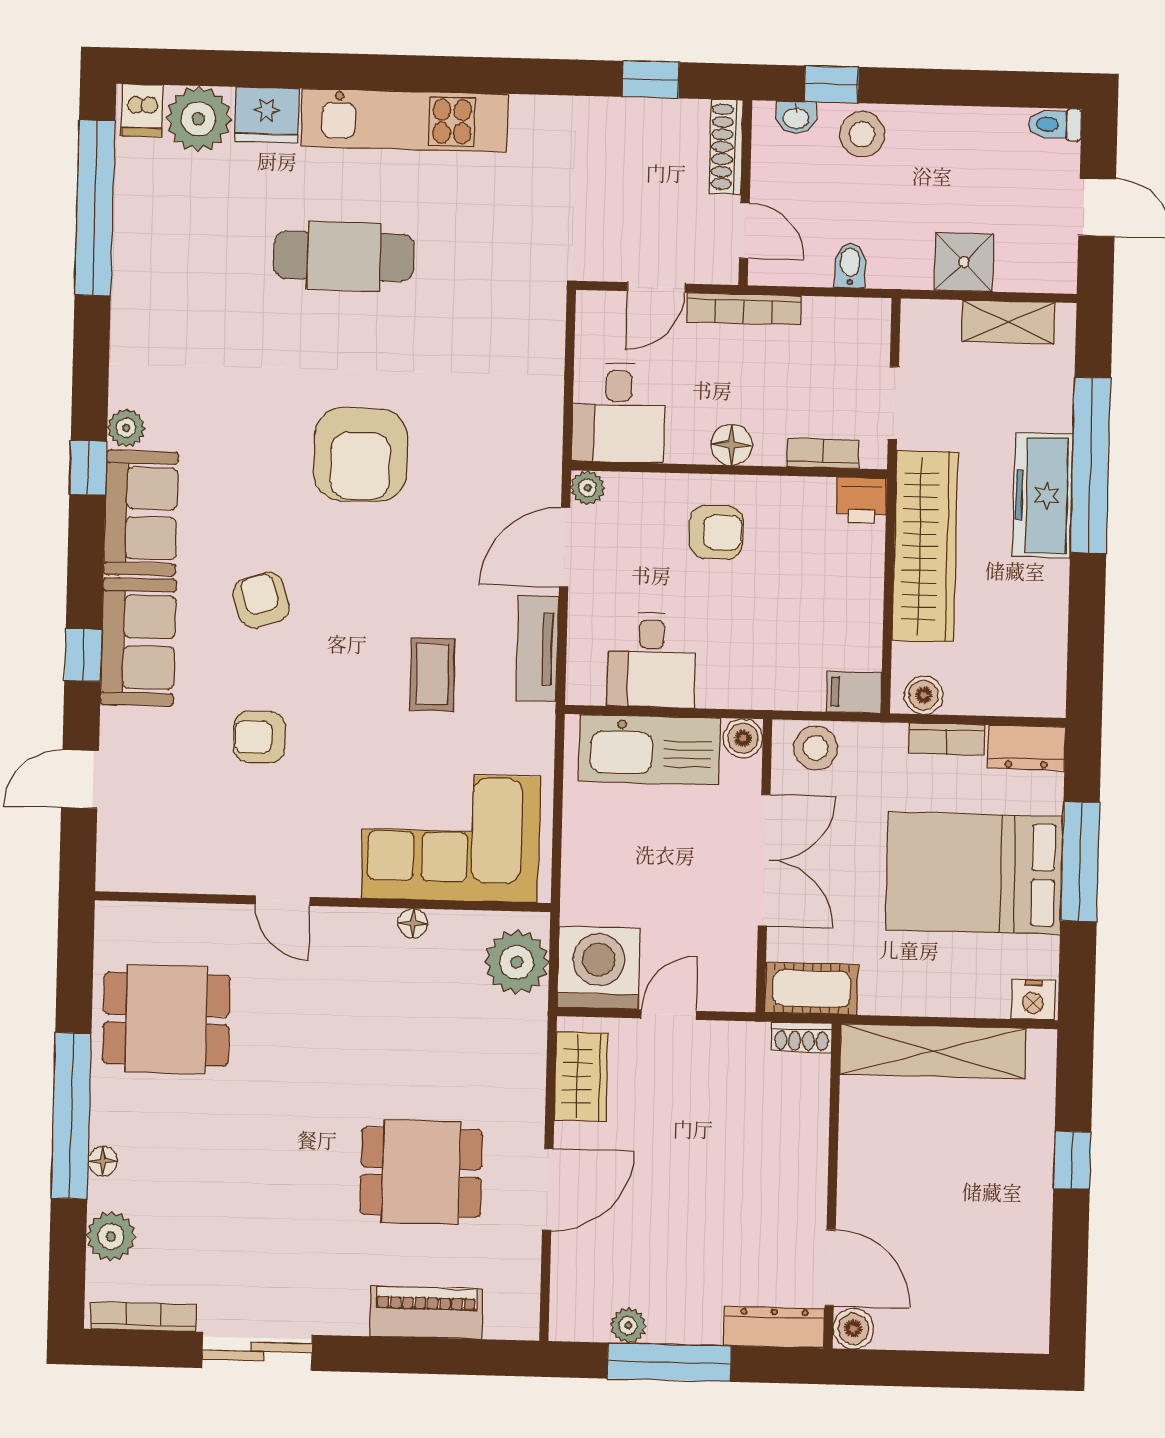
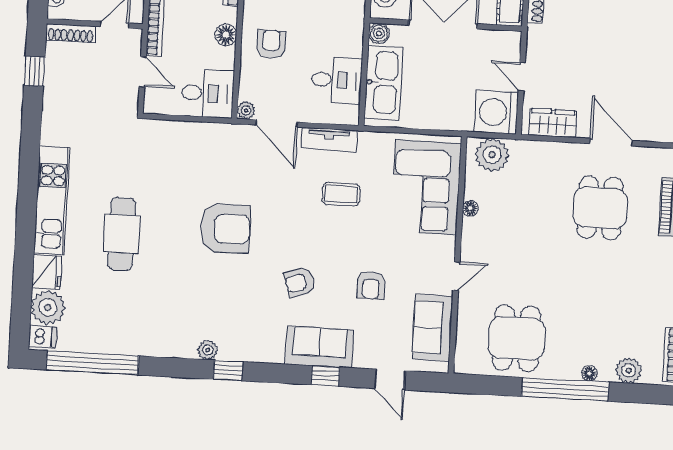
sofa: (141, 513) -> (432, 328), moved, turned -90

